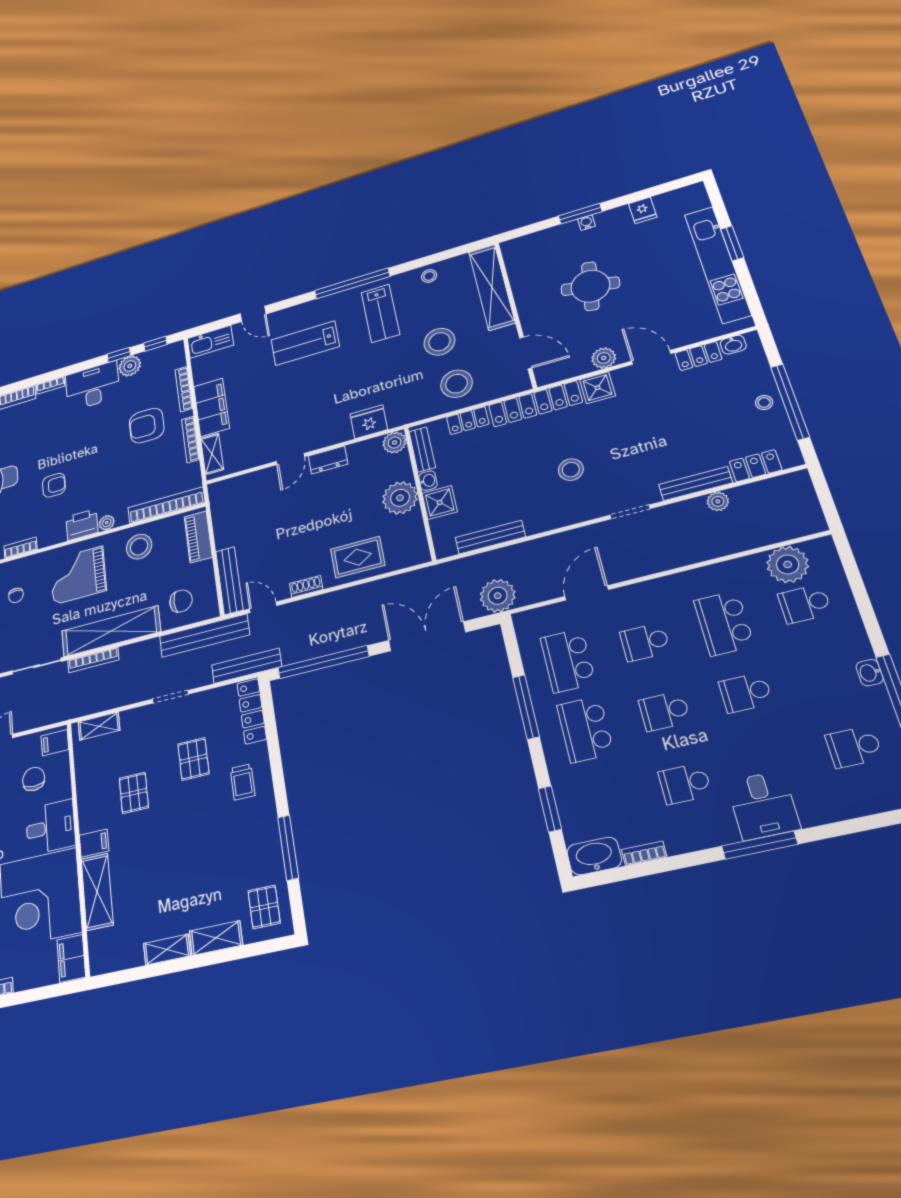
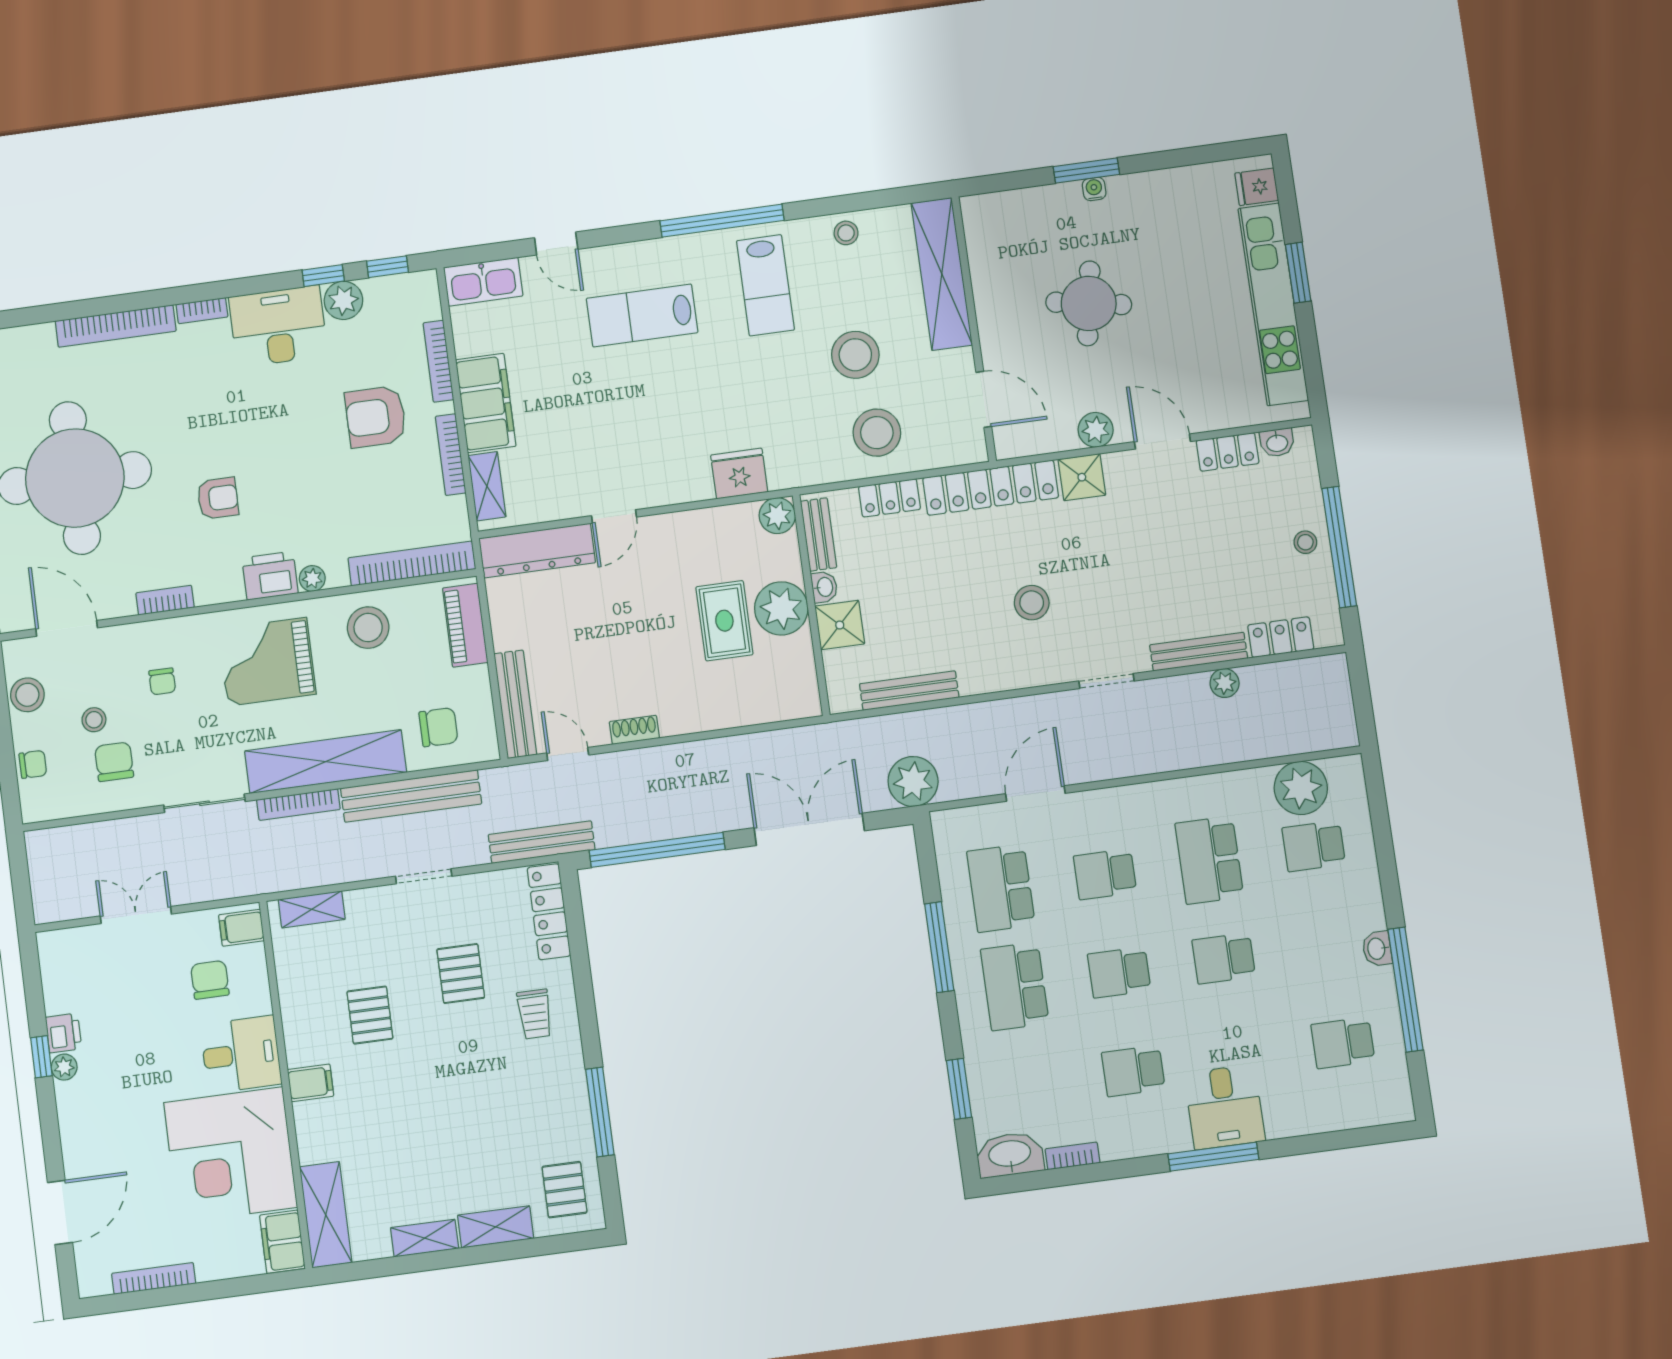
fridge: (643, 210) -> (1257, 187), moved, turned 90
dresser: (328, 460) -> (537, 550), moved, width x1.96, depth x1.24
rug: (358, 557) -> (724, 621), moved, turned 90
bench: (204, 636) -> (411, 796), moved
shelving: (97, 892) -> (326, 1215), moved

